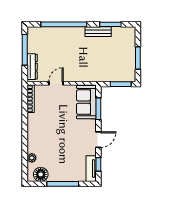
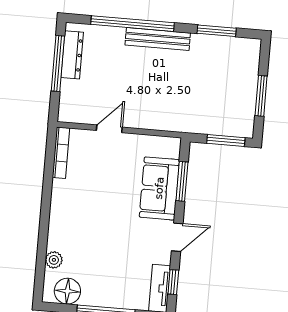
bench: (98, 32) -> (158, 39), moved, width x1.36
dresser: (32, 67) -> (72, 55), moved
sofa: (86, 102) -> (159, 188), moved

